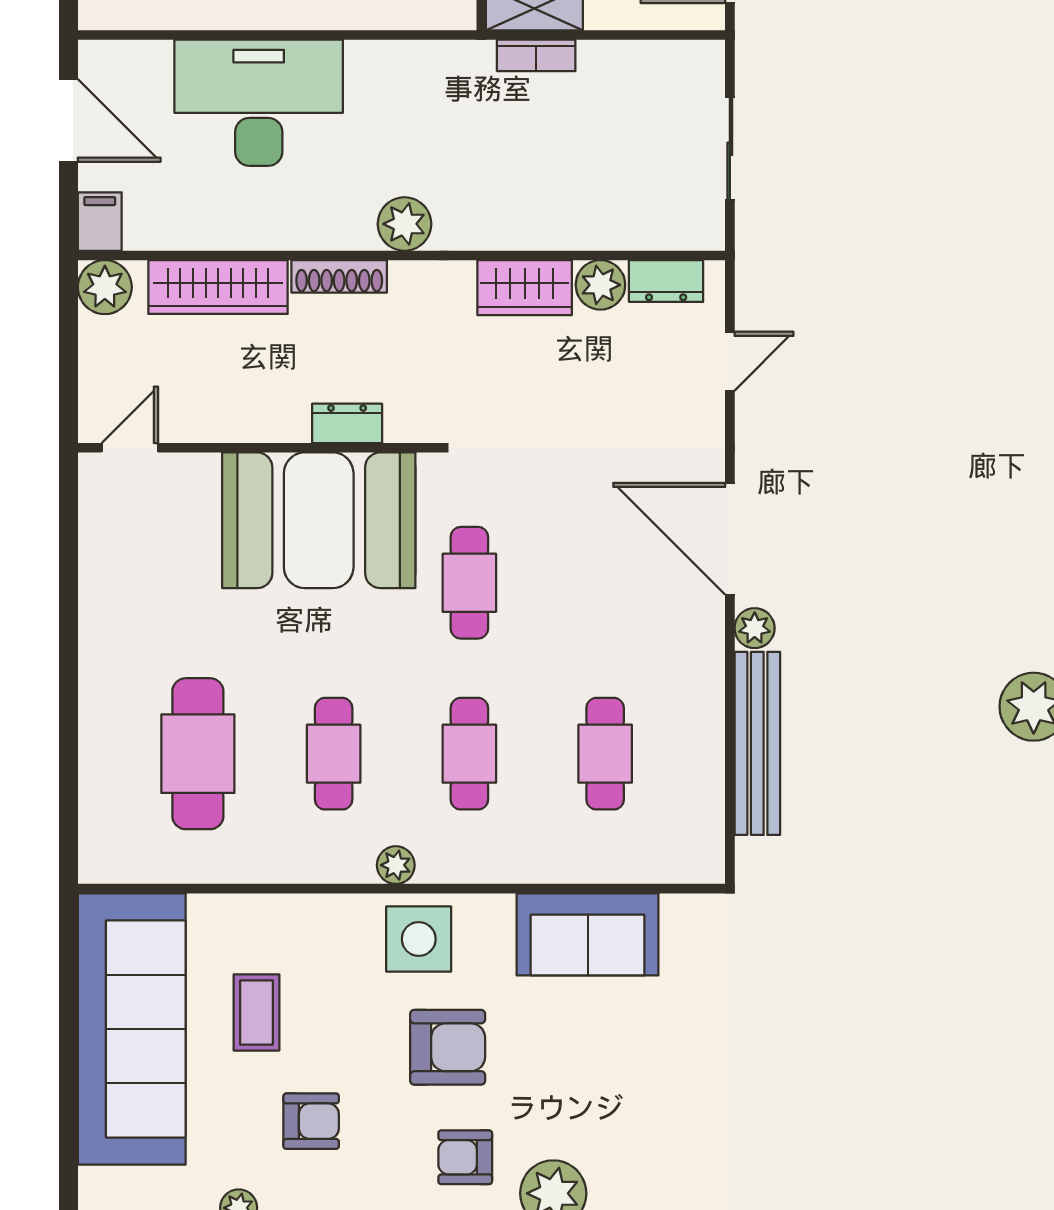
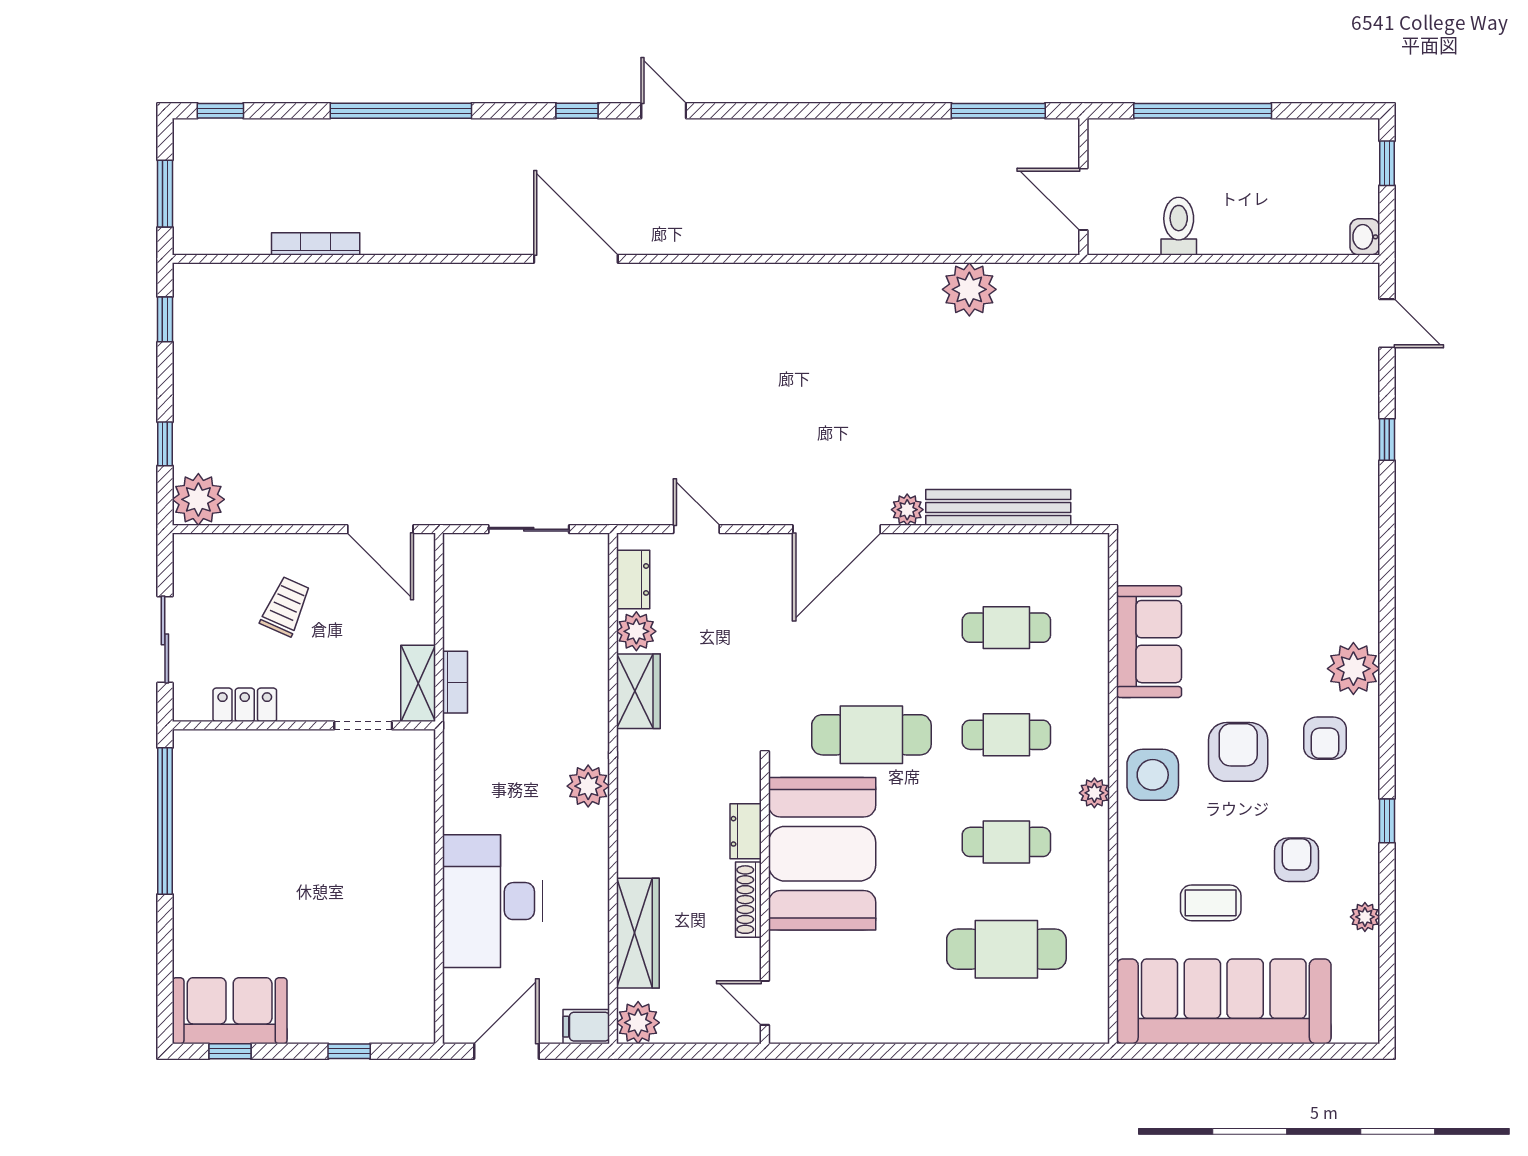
shoe rack: (339, 276) -> (748, 900), moved, turned 180
cafe table: (469, 583) -> (871, 735), width x1.37, depth x1.35

